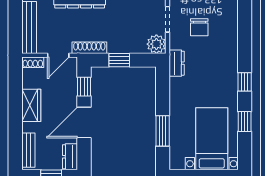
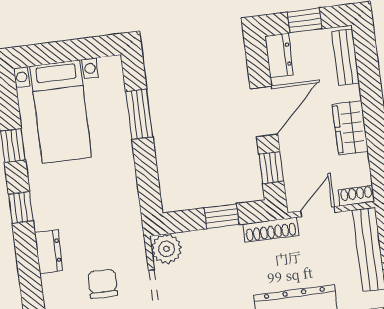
dresser: (177, 63) -> (49, 251), moved, turned 180

